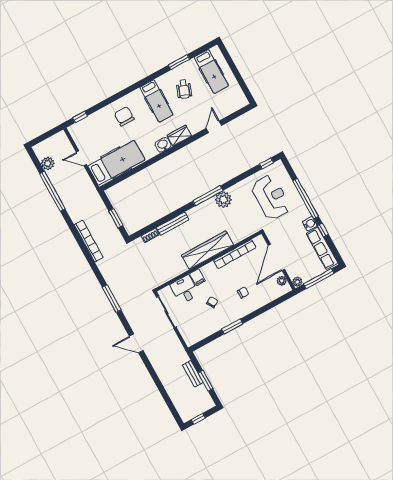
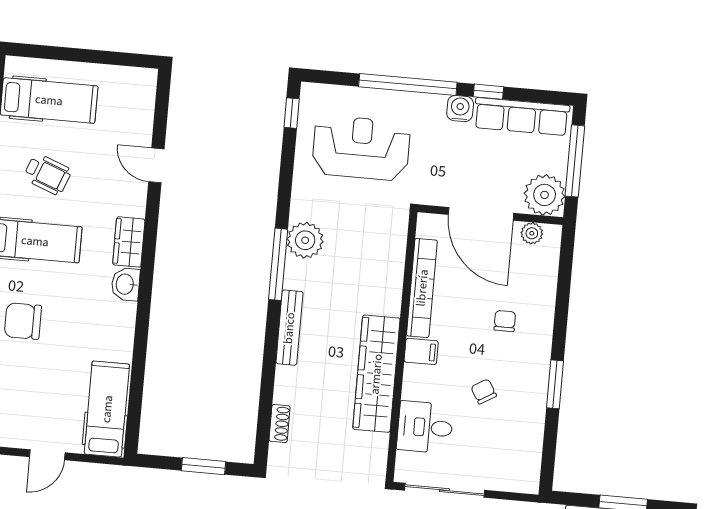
hospital bed: (116, 163) -> (107, 409), width x0.73, depth x0.78
bench: (173, 224) -> (289, 328), moved
wardrobe: (207, 250) -> (376, 374), moved
filing cabinet: (197, 277) -> (421, 351), moved
plant: (297, 282) -> (545, 195), width x1.88, depth x1.88

